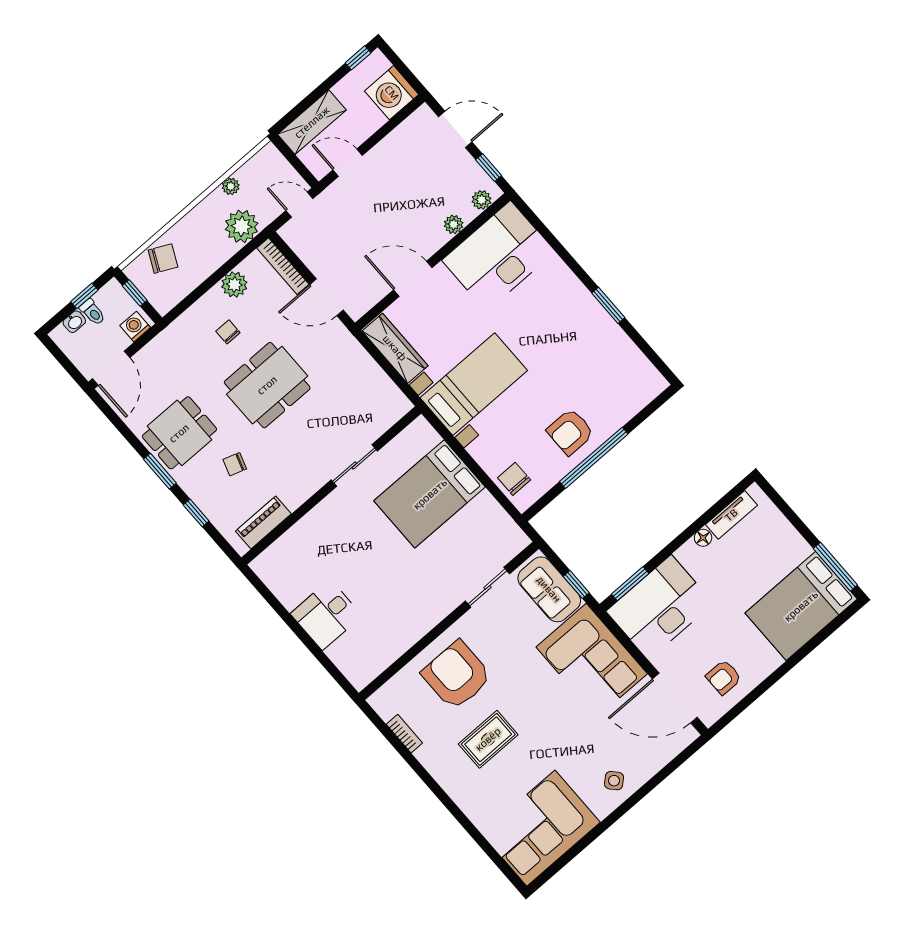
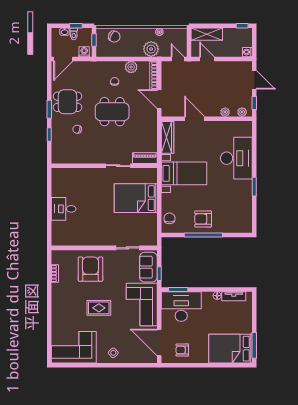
washing machine: (392, 93) -> (247, 52), width x0.53, depth x0.53
desk: (498, 256) -> (236, 158), moved, turned 90
piano: (263, 522) -> (145, 158), moved
rug: (488, 739) -> (99, 308), moved

